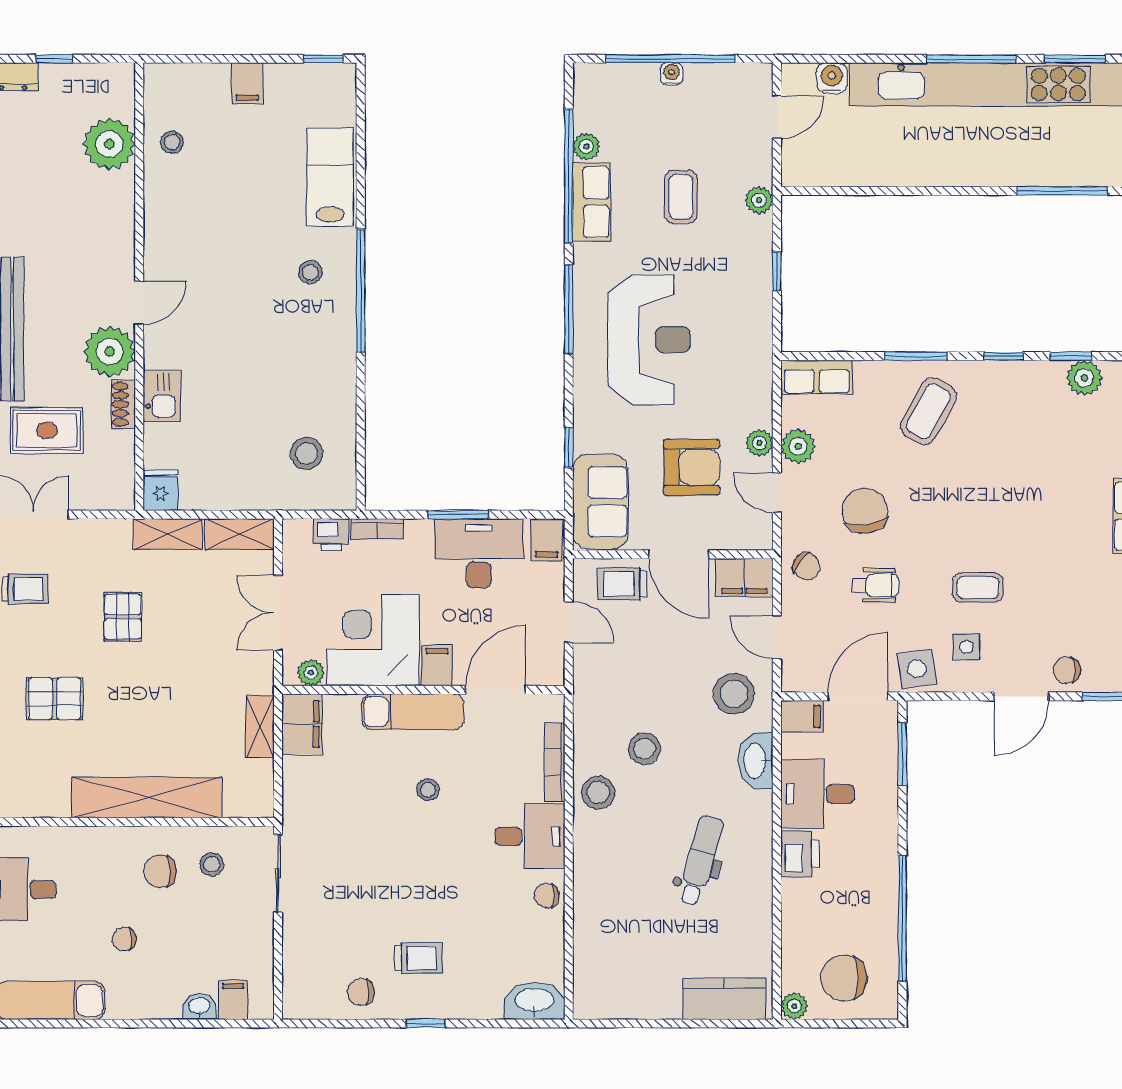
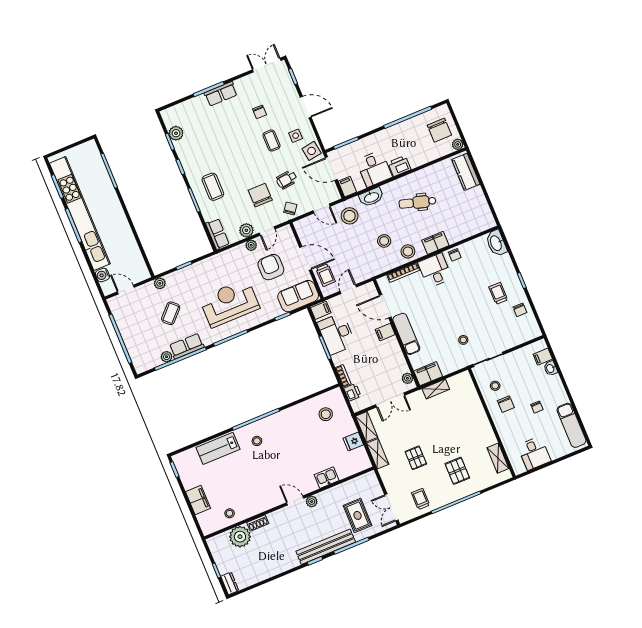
water cooler: (672, 74) -> (126, 336), removed
filing cabinet: (247, 83) -> (198, 500), width x2.00
coffee table: (681, 197) -> (171, 313), turned -46
plant: (110, 351) -> (312, 502), width x0.53, depth x0.53
shoe rack: (123, 404) -> (258, 523), moved
coffee table: (928, 411) -> (213, 187), turned 61
fridge: (160, 490) -> (353, 442), moved
chair: (865, 511) -> (260, 195), turned 98
door: (679, 554) -> (306, 258), hinge flipped
filing cabinet: (744, 577) -> (435, 243), moved, turned -90
wheelchair: (875, 585) -> (287, 180), turned -97
pallet: (123, 617) -> (416, 458), turned 90
door: (777, 637) -> (322, 208), hinge flipped
corner desk: (373, 640) -> (386, 360), removed
chair: (1067, 670) -> (260, 112), moved
stool: (428, 790) -> (463, 340), moved
shelving: (147, 798) -> (498, 458), moved, width x0.45, depth x0.75

